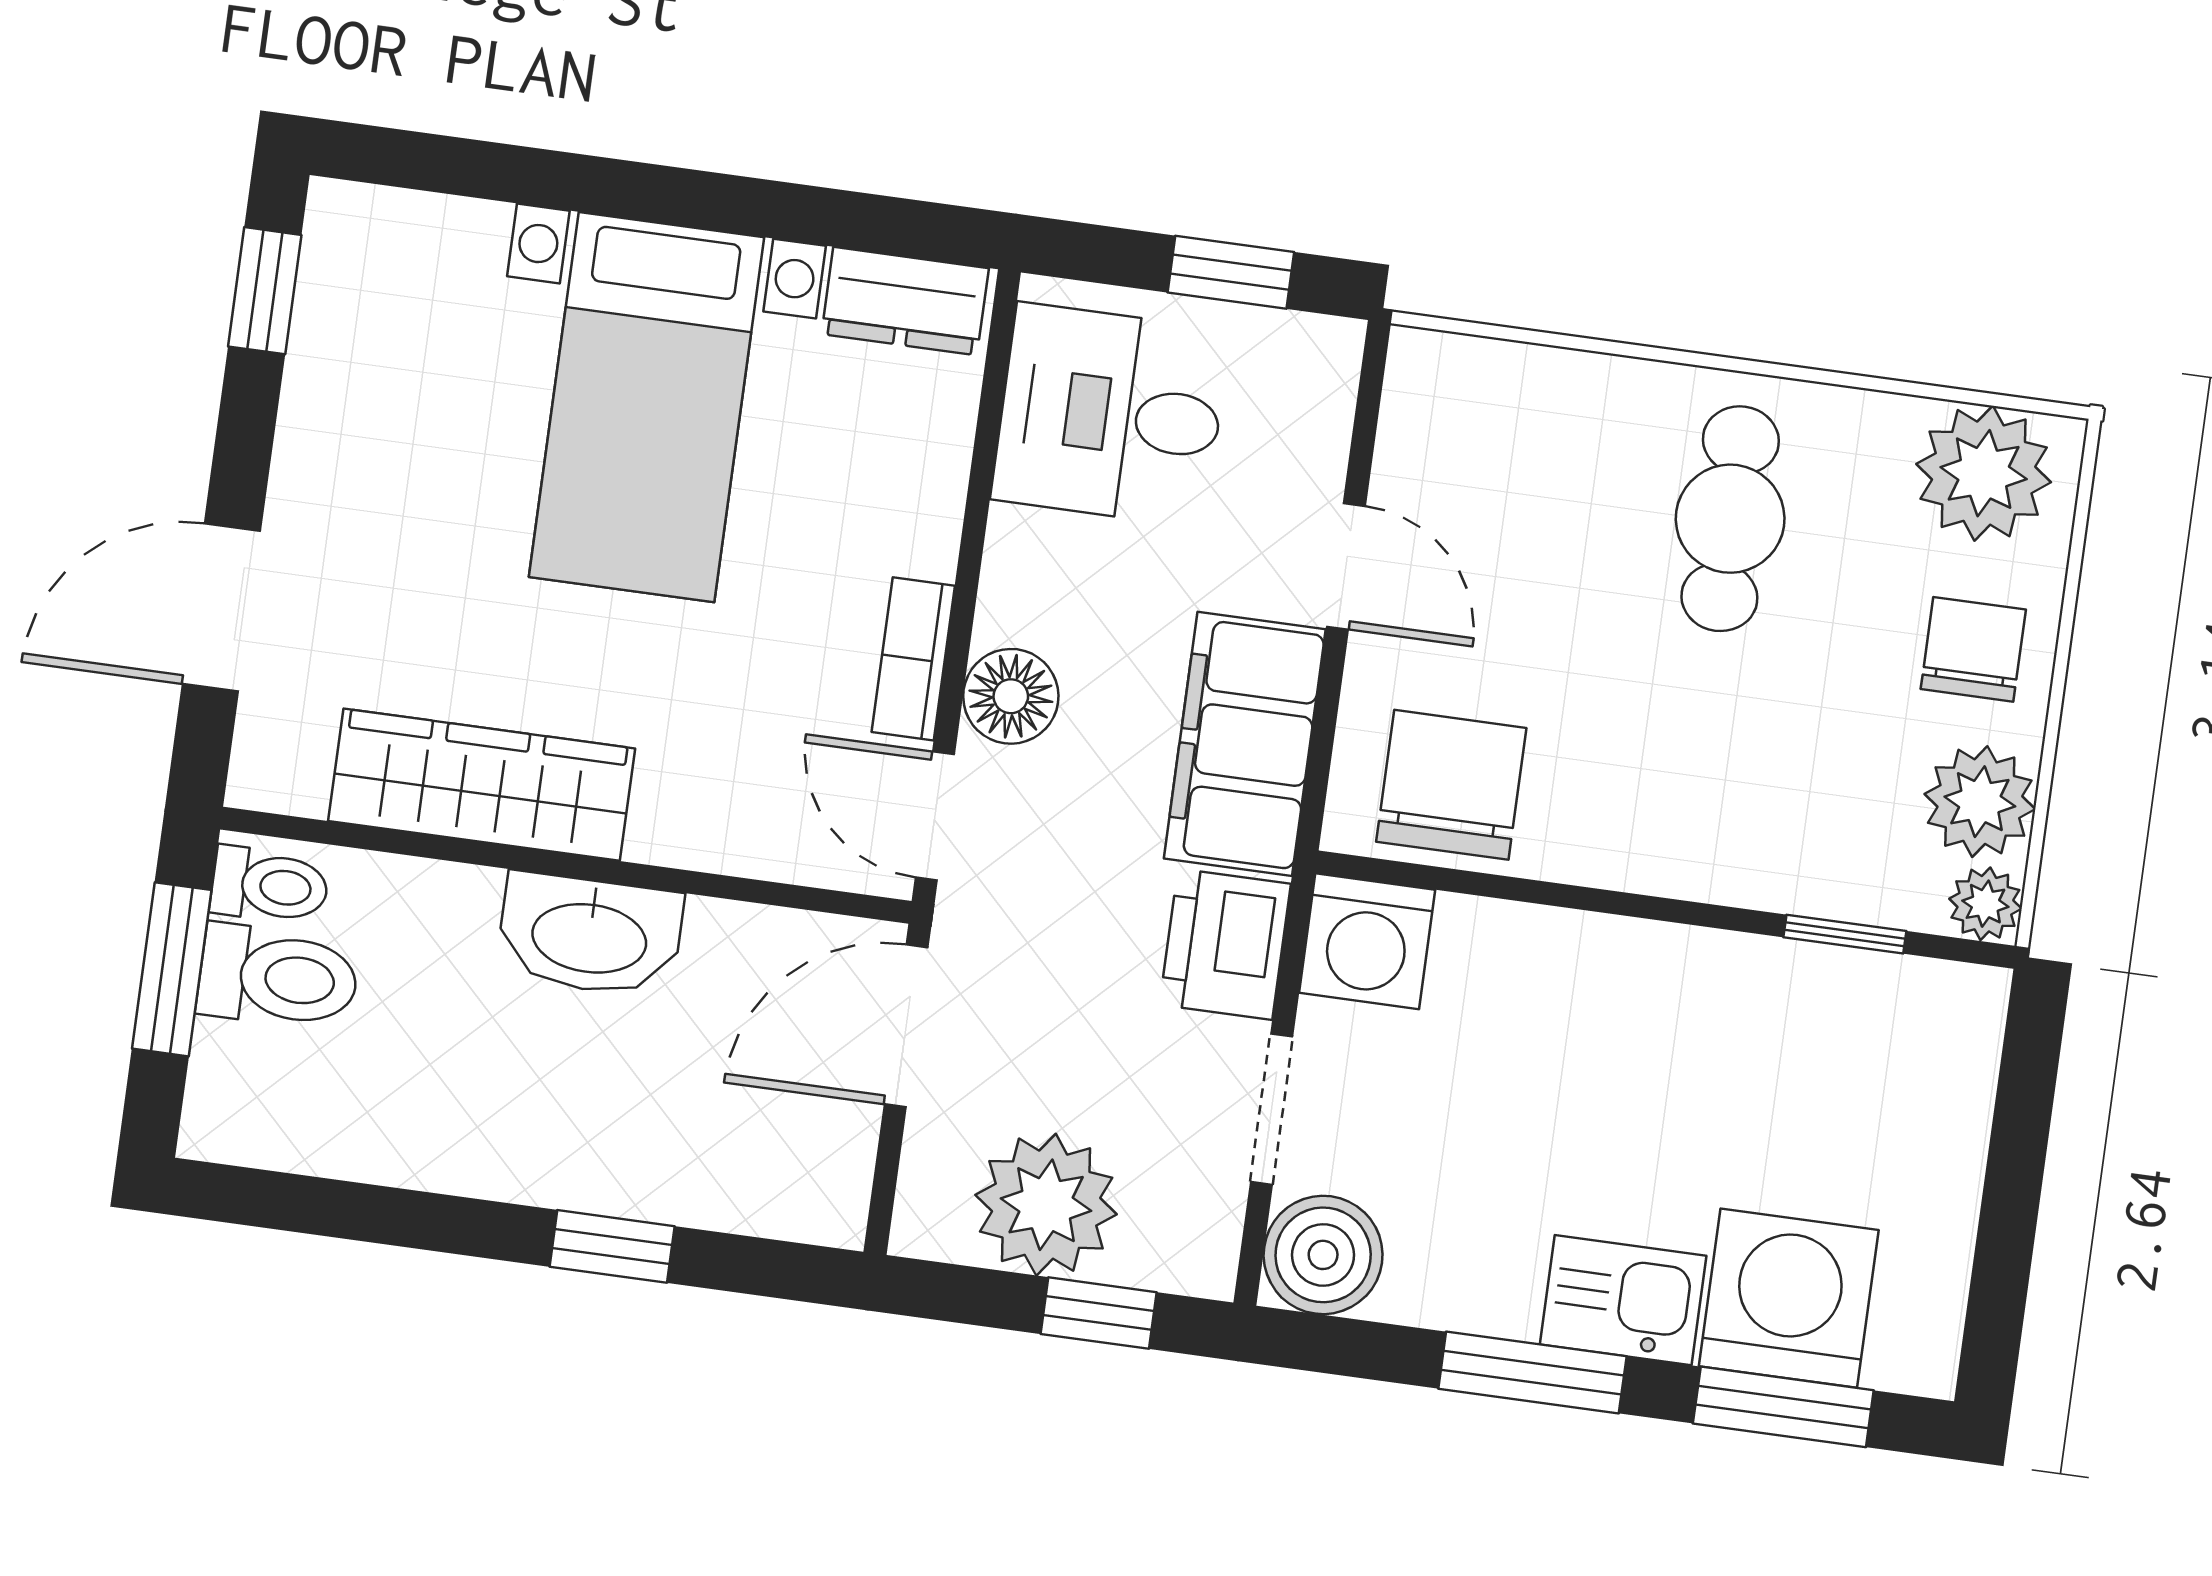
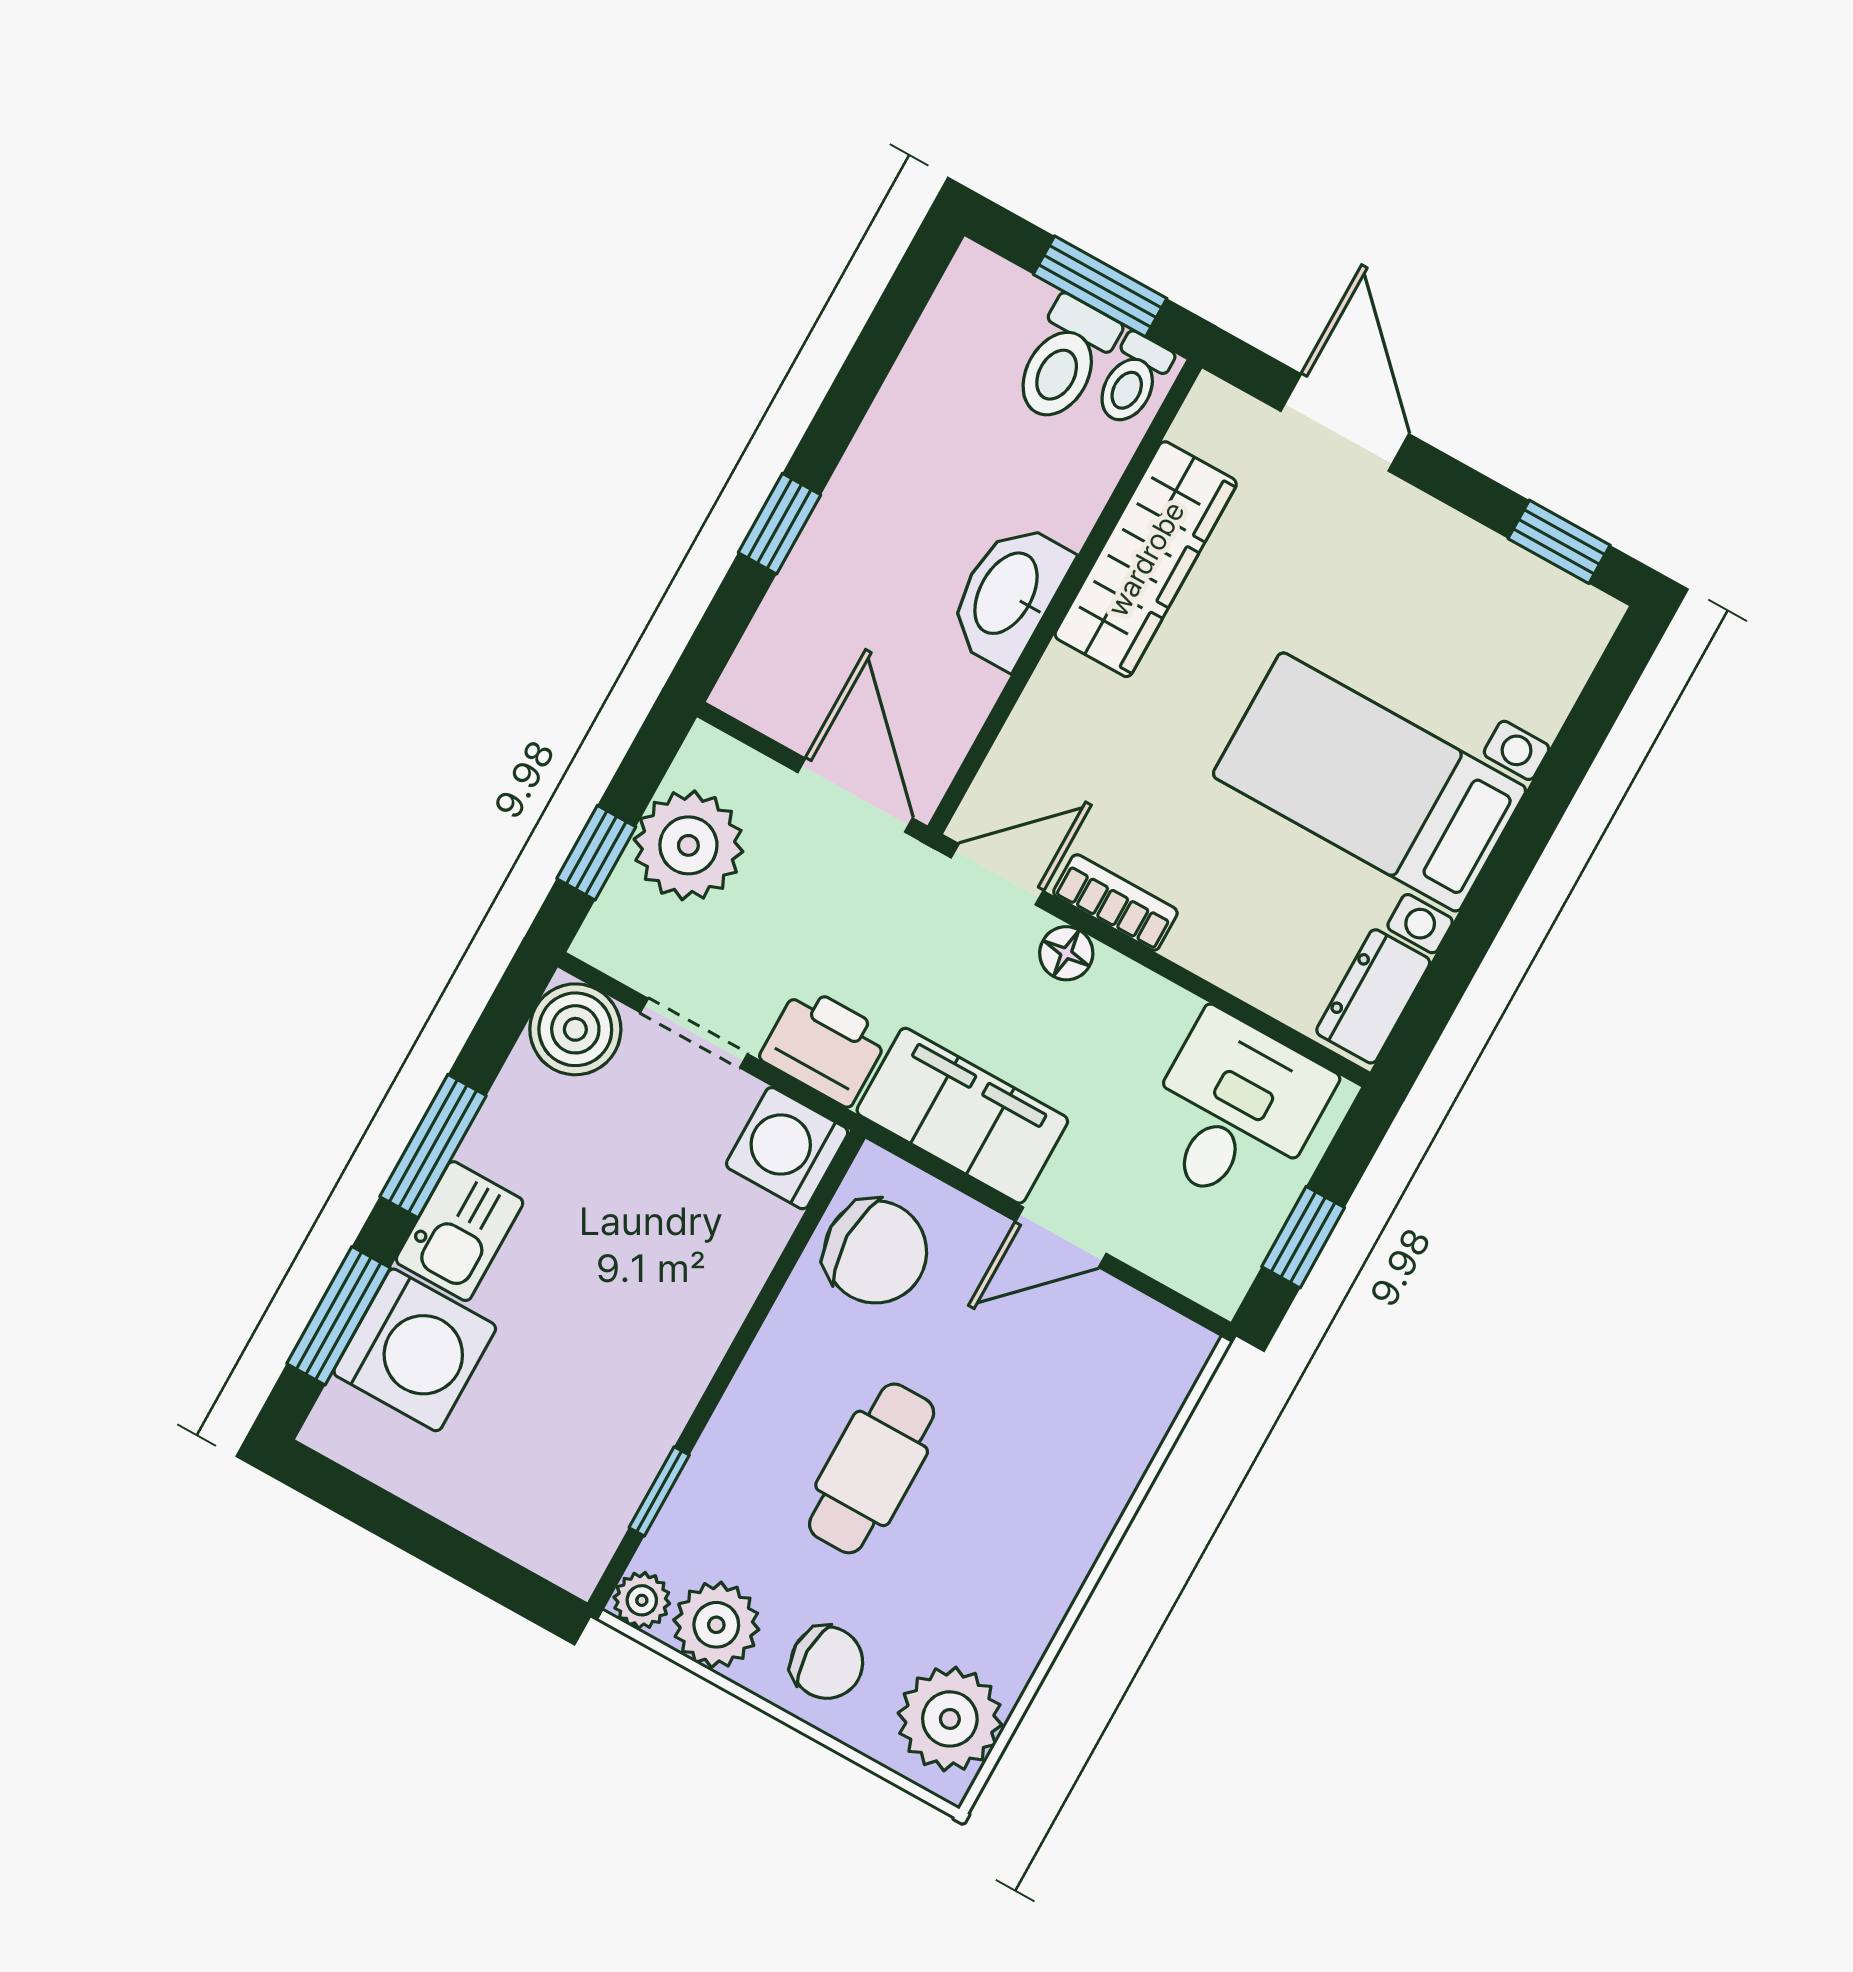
cafe table: (1730, 519) -> (872, 1468), moved, turned 90
floor lamp: (1011, 696) -> (1066, 953), width x0.73, depth x0.73

